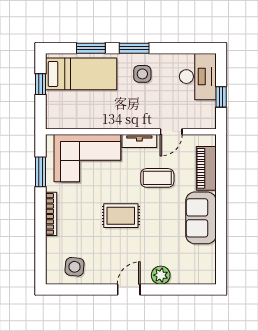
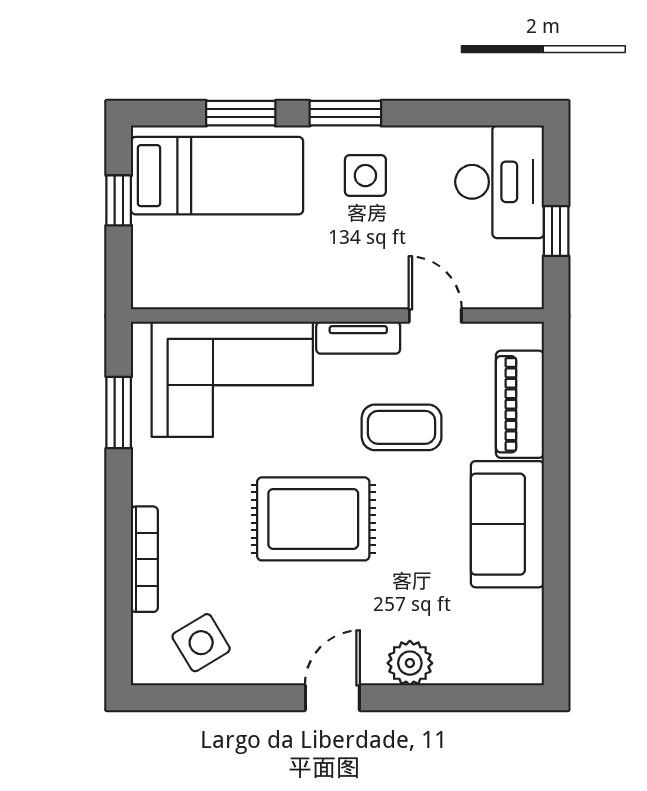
door: (171, 132) -> (435, 316), swing flipped
bookcase: (51, 214) -> (144, 559), moved
rug: (121, 216) -> (313, 519), width x1.36, depth x1.43
side table: (75, 267) -> (201, 643), turned -37

